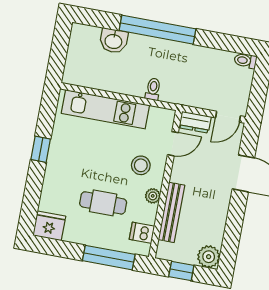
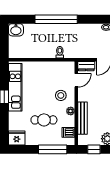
washbasin: (114, 41) -> (16, 30), moved
kitchen unit: (105, 109) -> (15, 87), moved, turned -90

